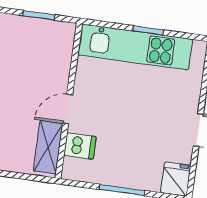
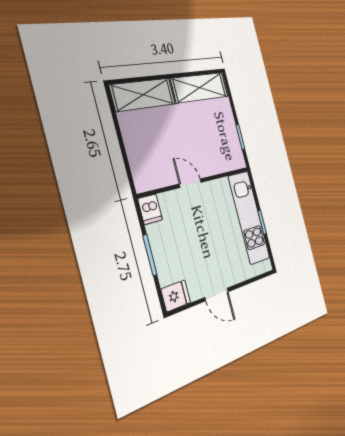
dishwasher: (80, 146) -> (150, 209), moved
shelving: (48, 147) -> (157, 178), removed

